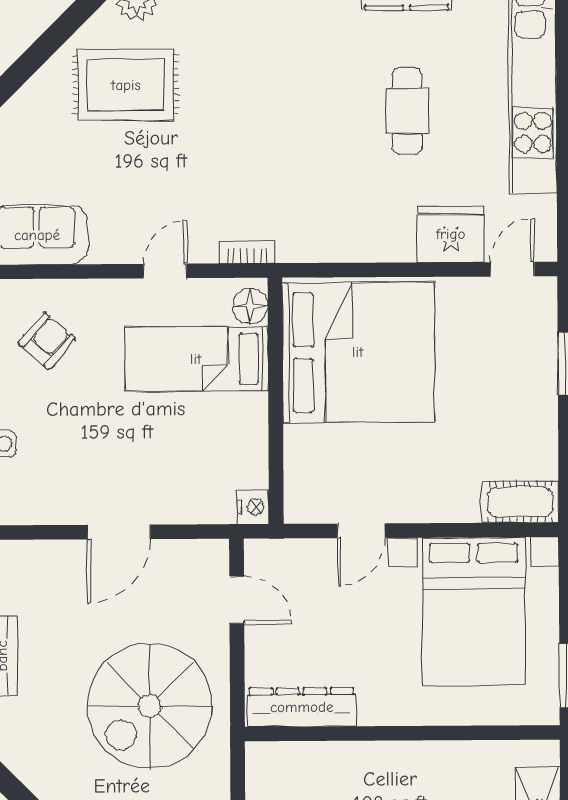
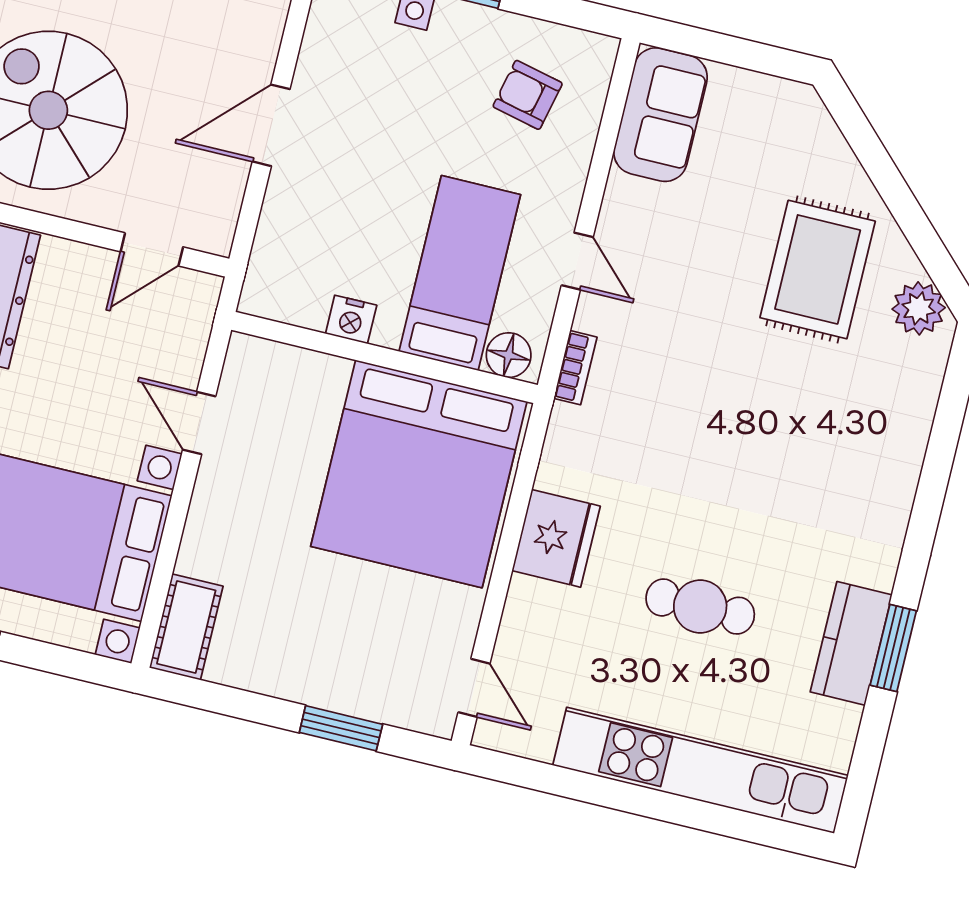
fridge: (451, 234) -> (556, 538), moved
armchair: (47, 341) -> (528, 95), turned 152
nightstand: (253, 507) -> (351, 319), moved
door: (119, 532) -> (271, 125), hinge flipped

